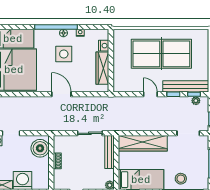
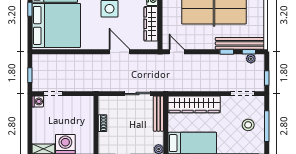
door: (61, 94) -> (120, 52), moved
door: (150, 94) -> (177, 52), moved
boiler: (40, 148) -> (84, 110), removed
stool: (181, 179) -> (248, 125), moved

